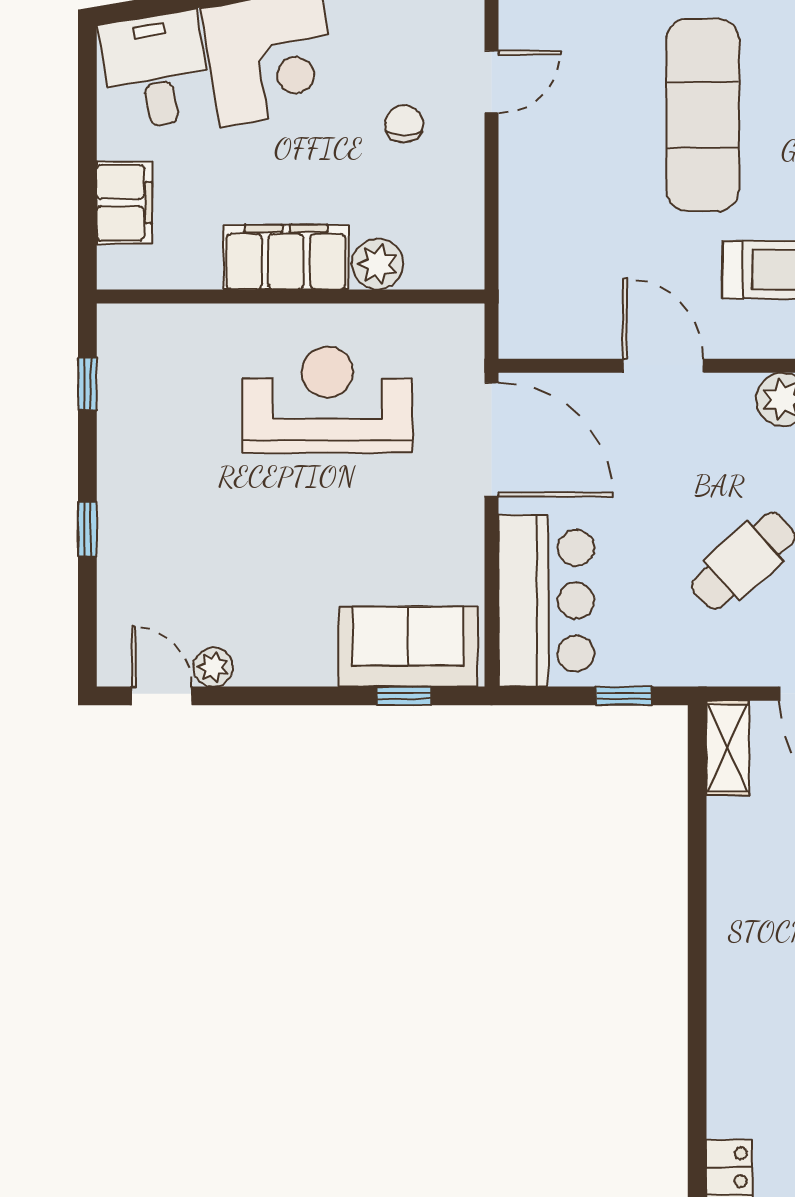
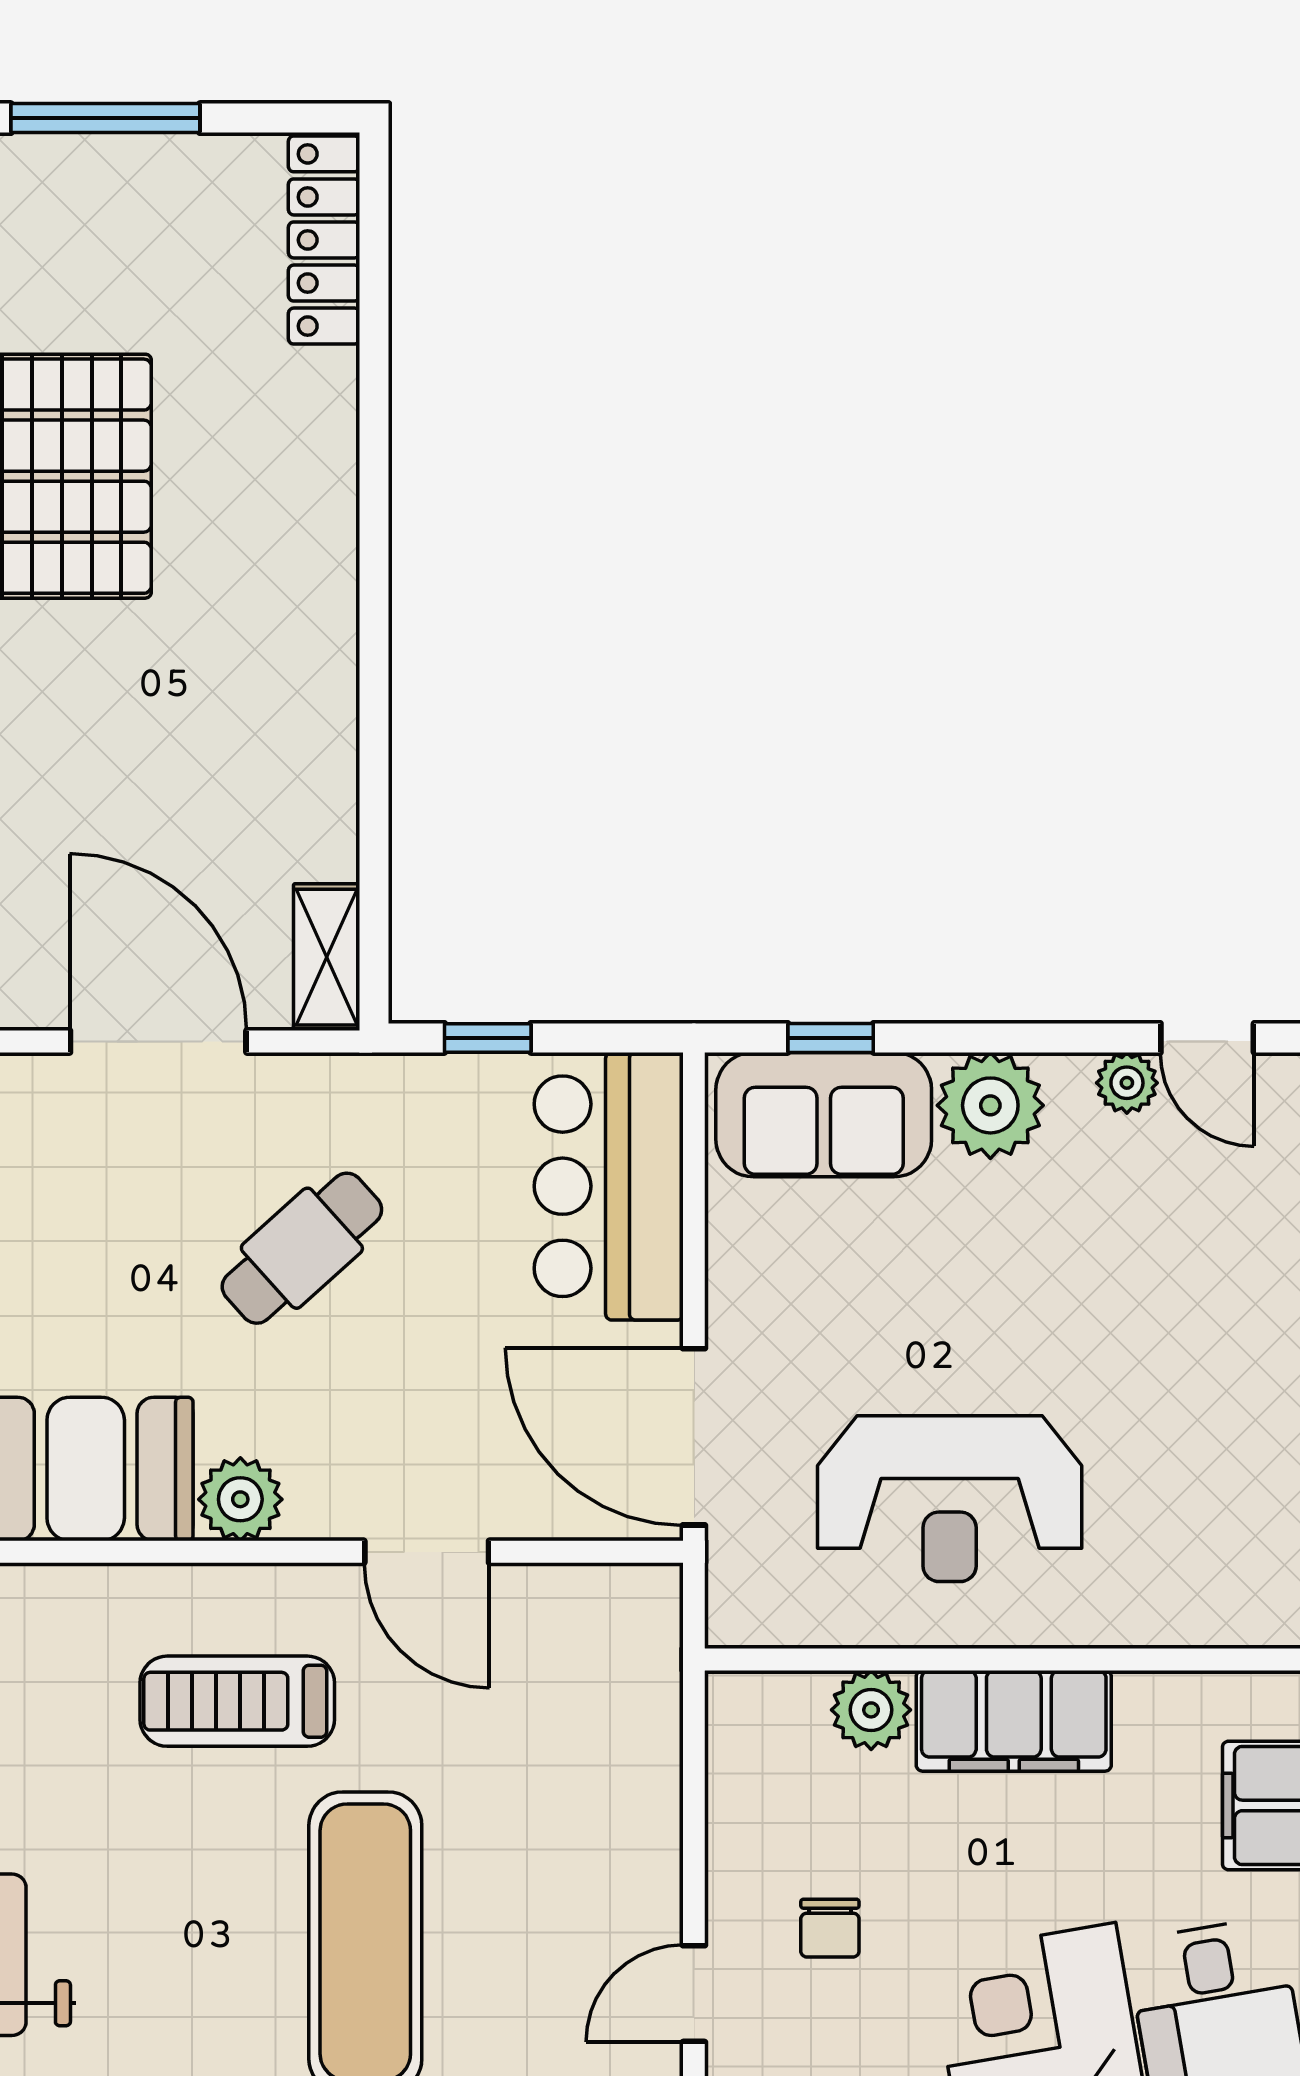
plant: (301, 653) -> (990, 1105), added

